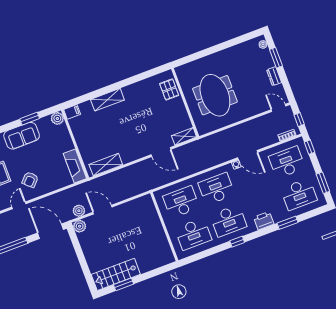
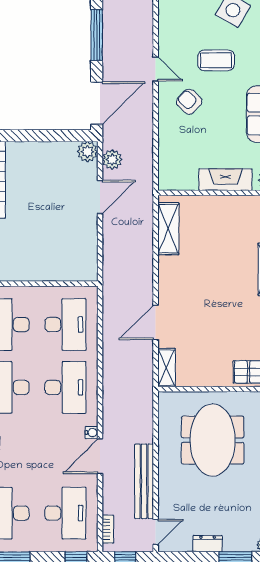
meeting table: (215, 95) -> (213, 440), turned 90
bench: (252, 125) -> (144, 481), added
fireplace: (75, 166) -> (225, 180), moved

